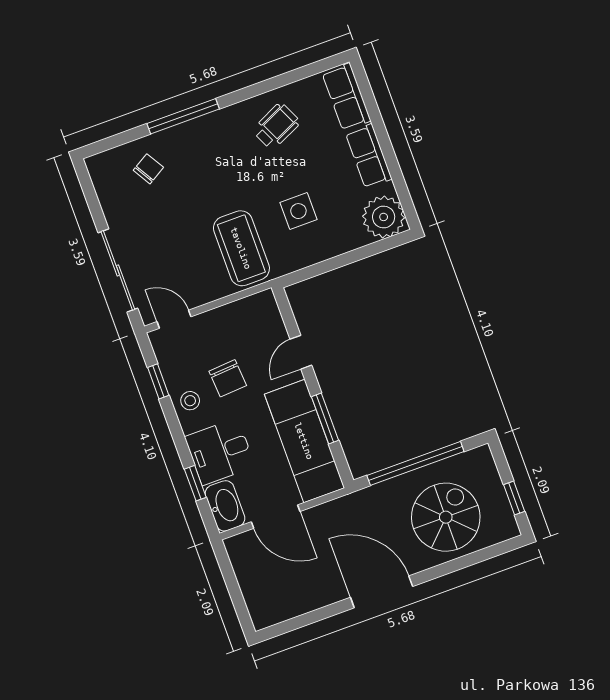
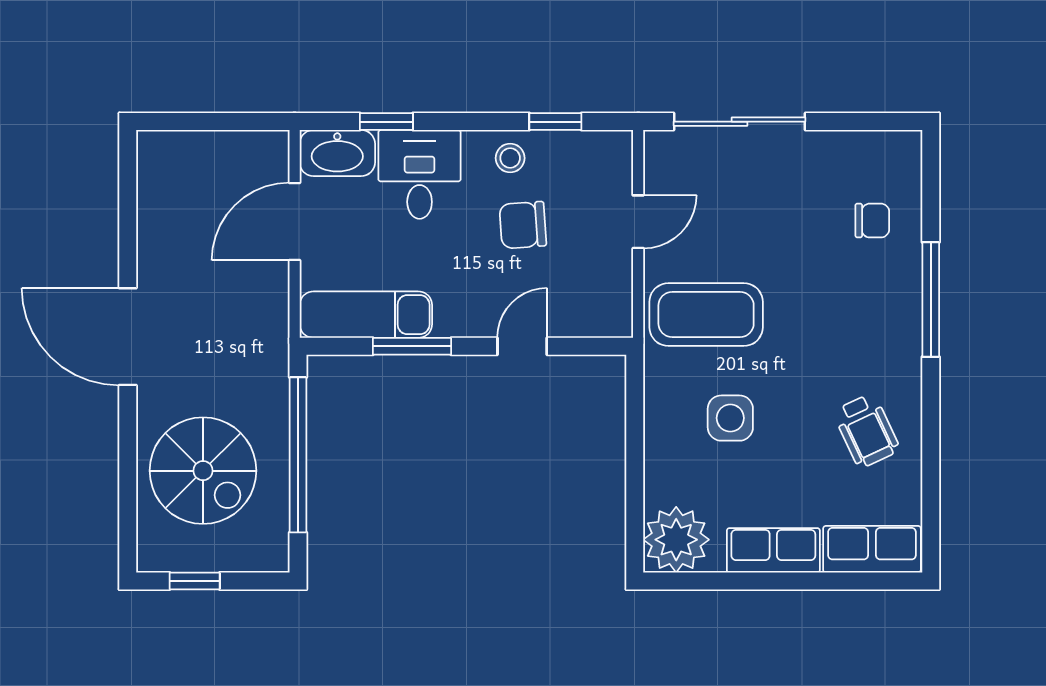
chair: (148, 169) -> (872, 221), turned -59
door: (174, 319) -> (638, 222), moved
door: (301, 352) -> (522, 346), hinge flipped
exam couch: (304, 441) -> (366, 315), width x0.73, depth x0.69
door: (382, 592) -> (128, 337), swing flipped

